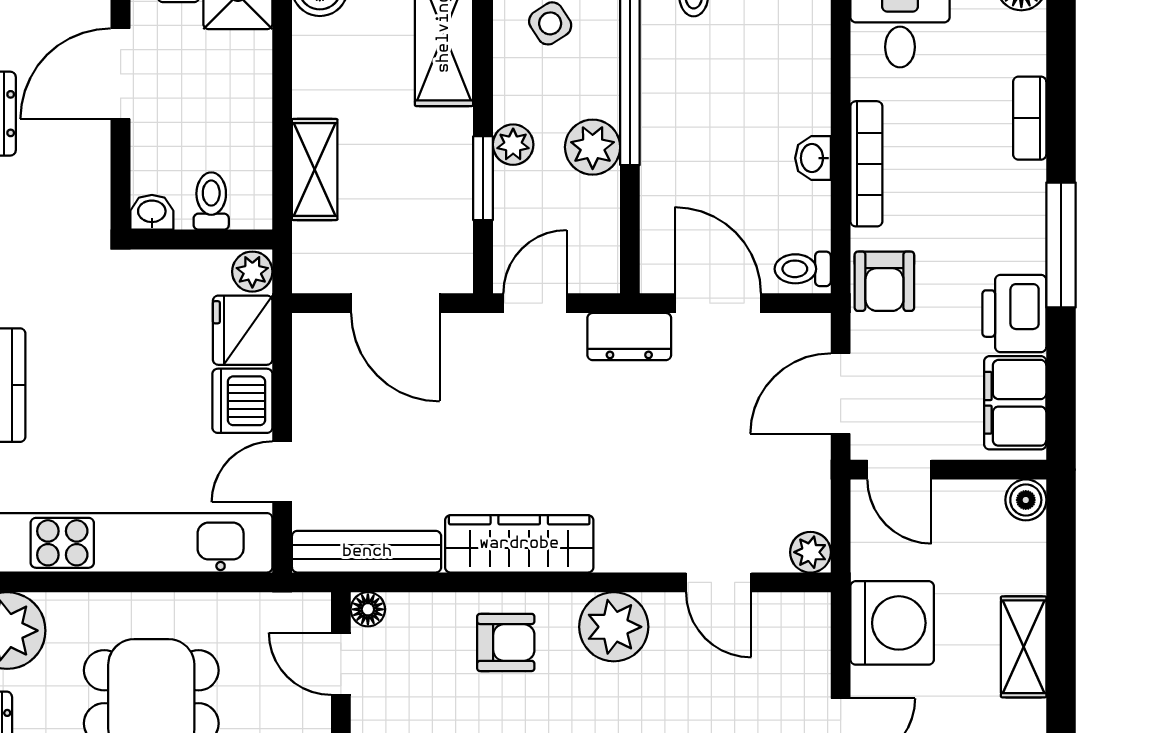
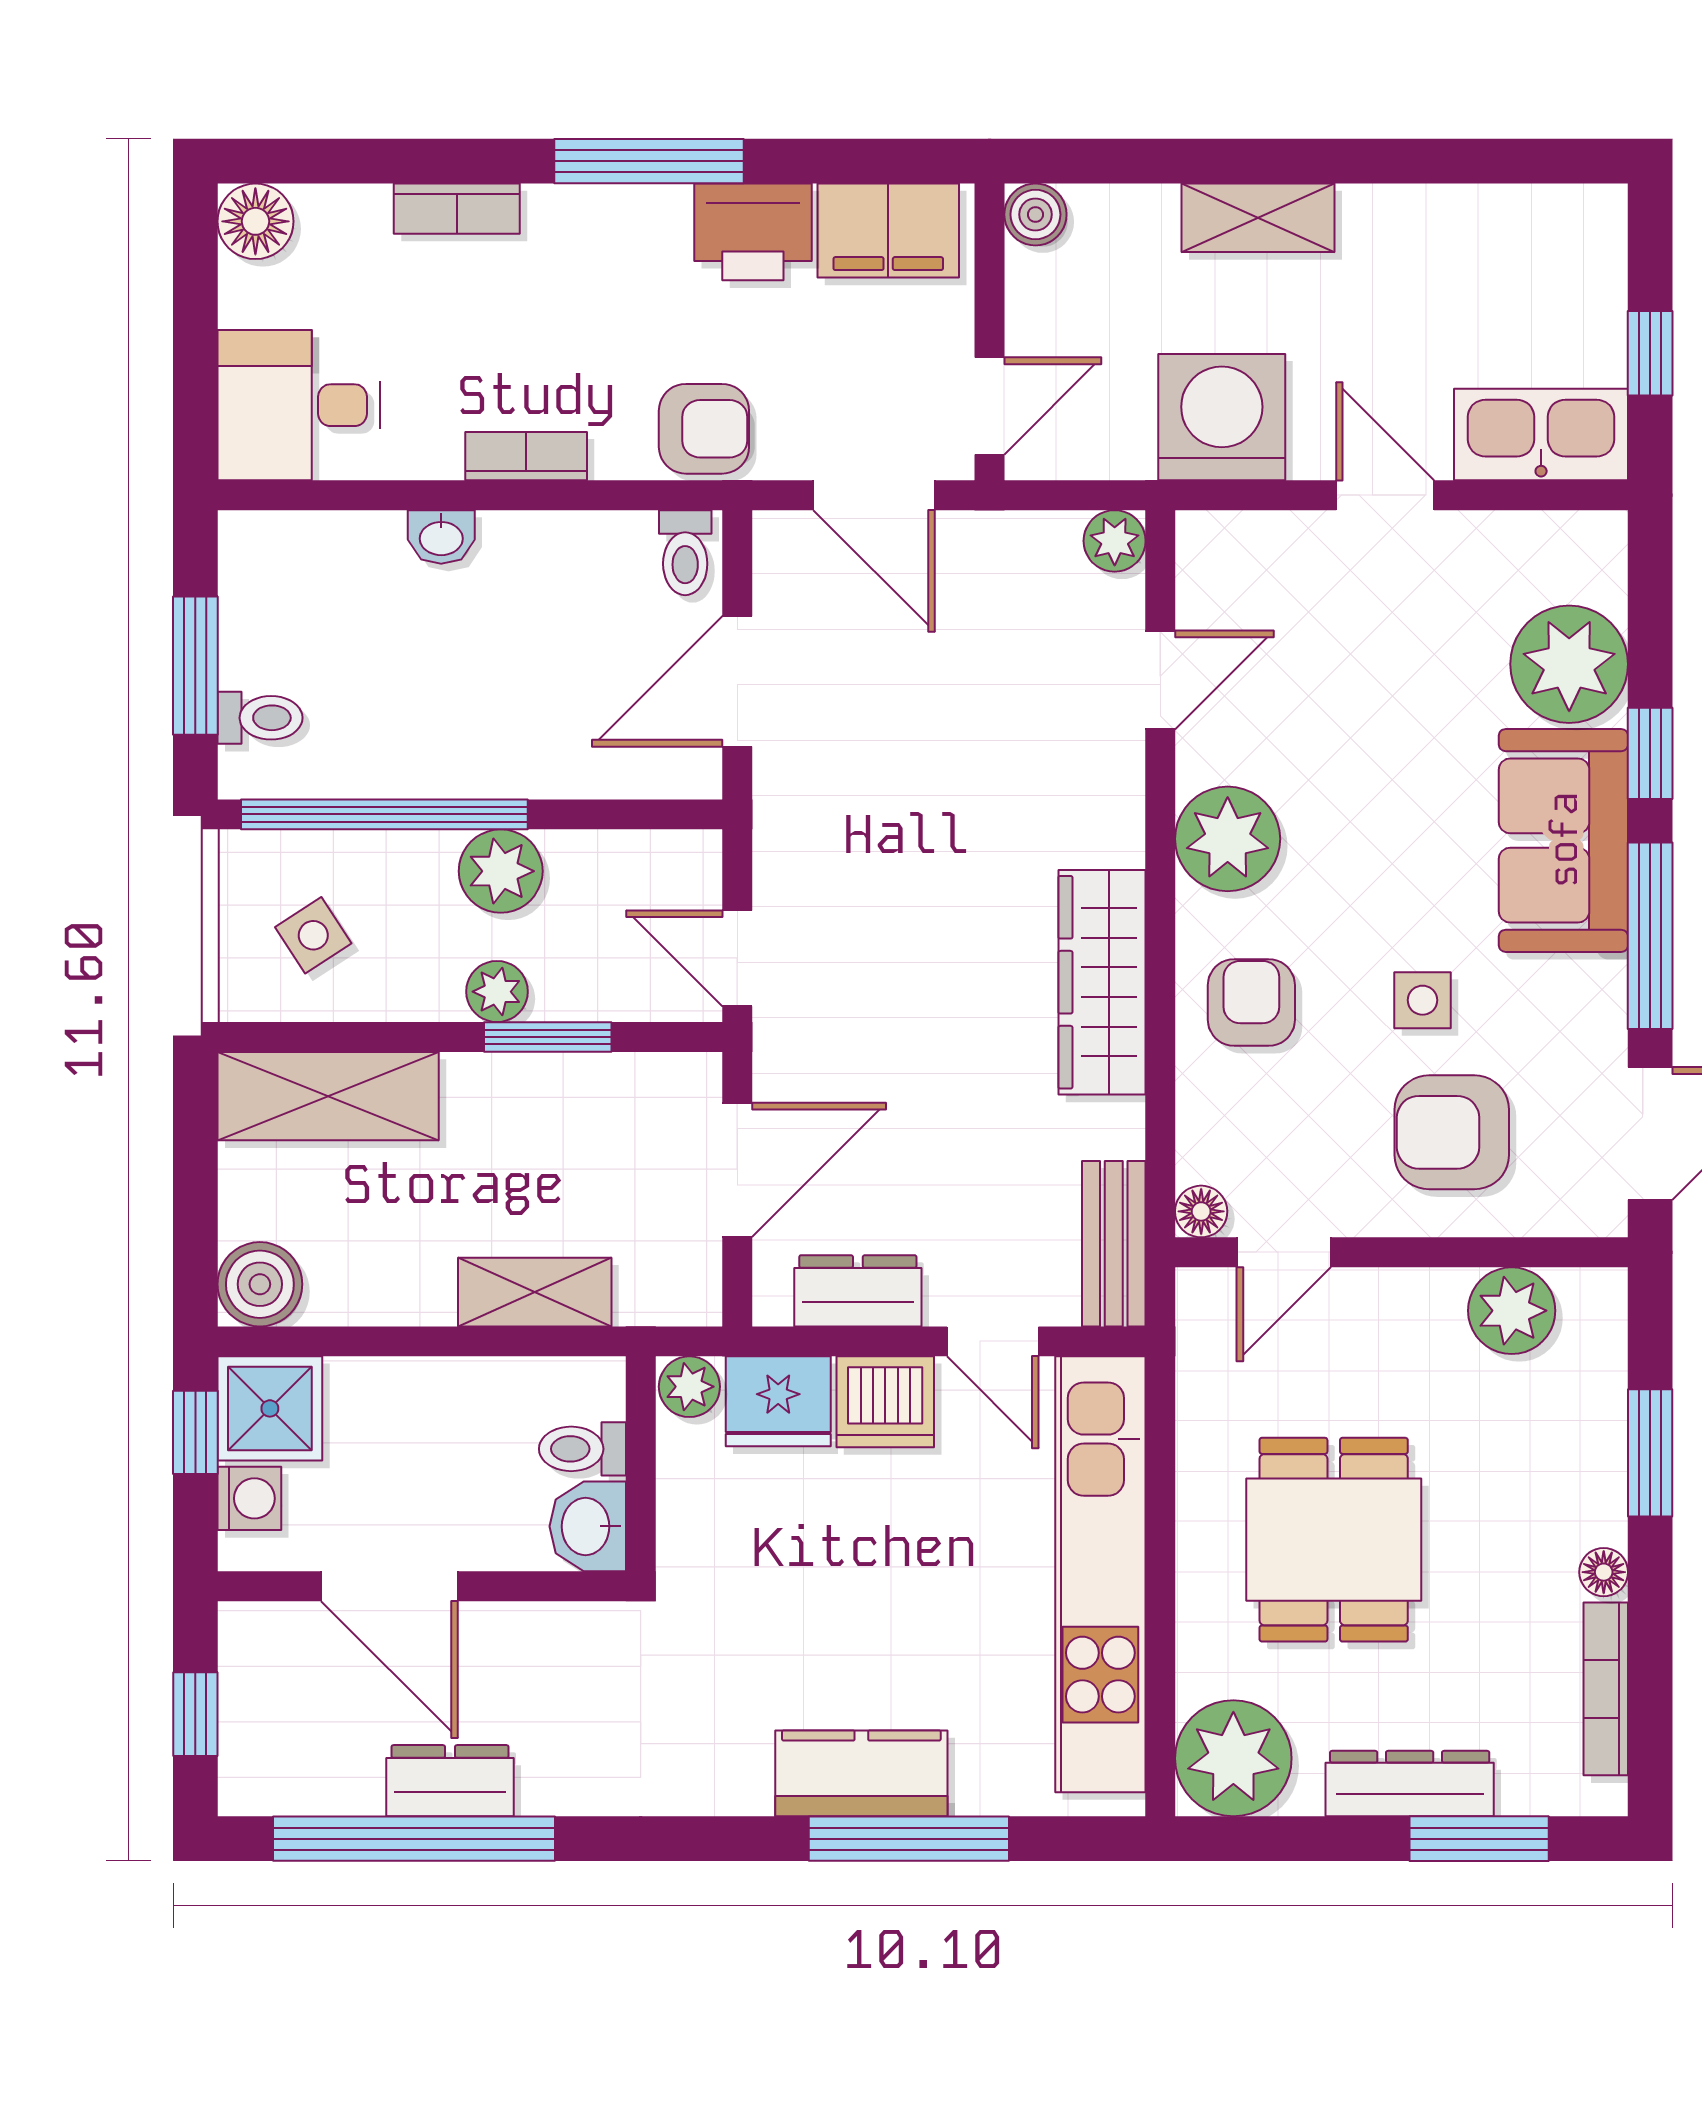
washbasin: (813, 158) -> (441, 537), moved
bookcase: (866, 164) -> (526, 456), width x0.64
washbasin: (152, 212) -> (588, 1526), width x1.38, depth x1.45
dresser: (629, 337) -> (858, 1291), moved, turned -90
bench: (367, 552) -> (1114, 1244), width x0.73

